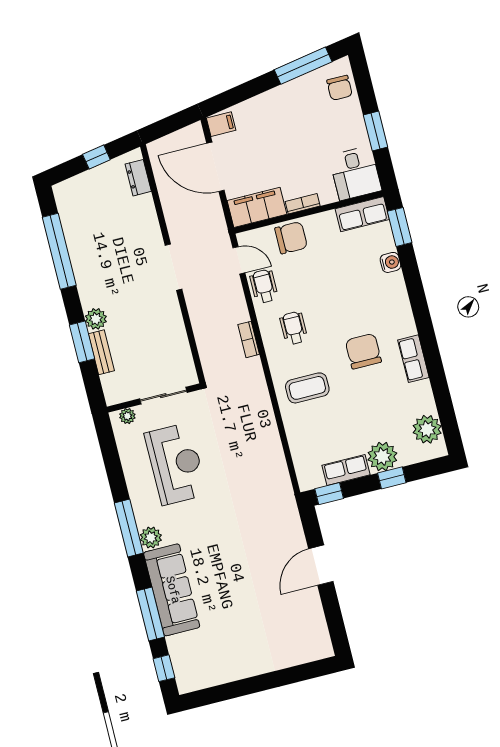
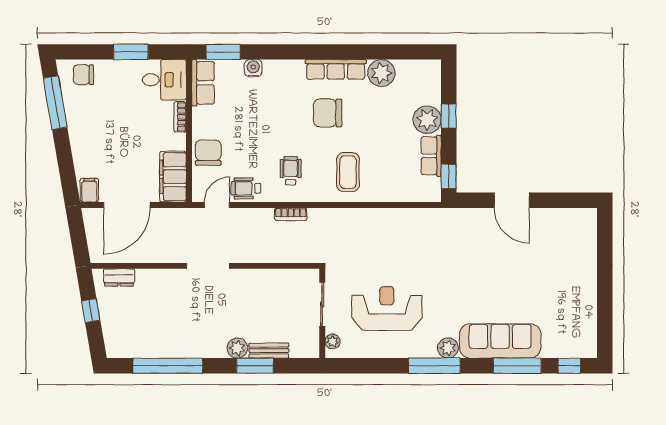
chair: (340, 88) -> (83, 75), turned 180
bookcase: (303, 204) -> (180, 117), moved
wheelchair: (294, 328) -> (291, 171), turned 90
row of seats: (413, 359) -> (336, 69), width x1.48
plant: (427, 429) -> (381, 73), moved

